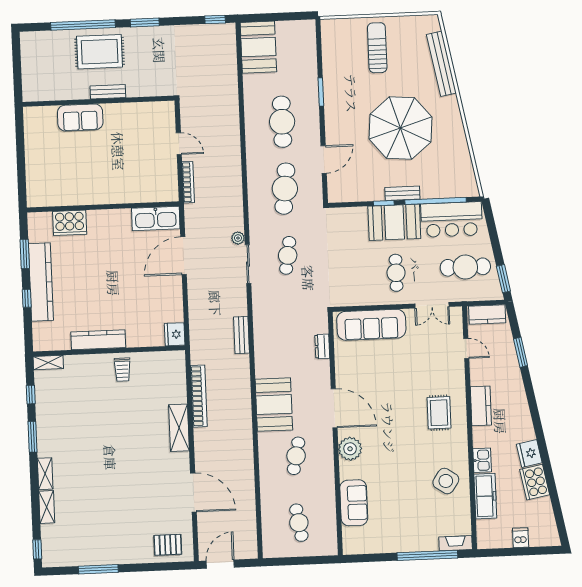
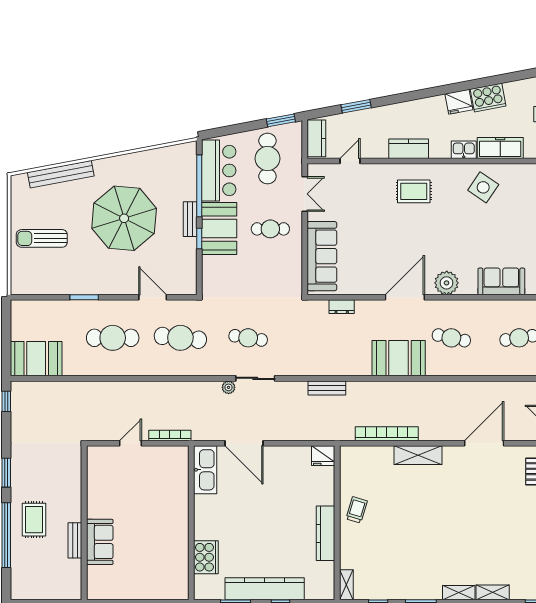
rug: (100, 52) -> (34, 520), width x0.73, depth x0.70
bench: (108, 92) -> (75, 540), moved
trolley: (122, 369) -> (357, 510), turned -73

